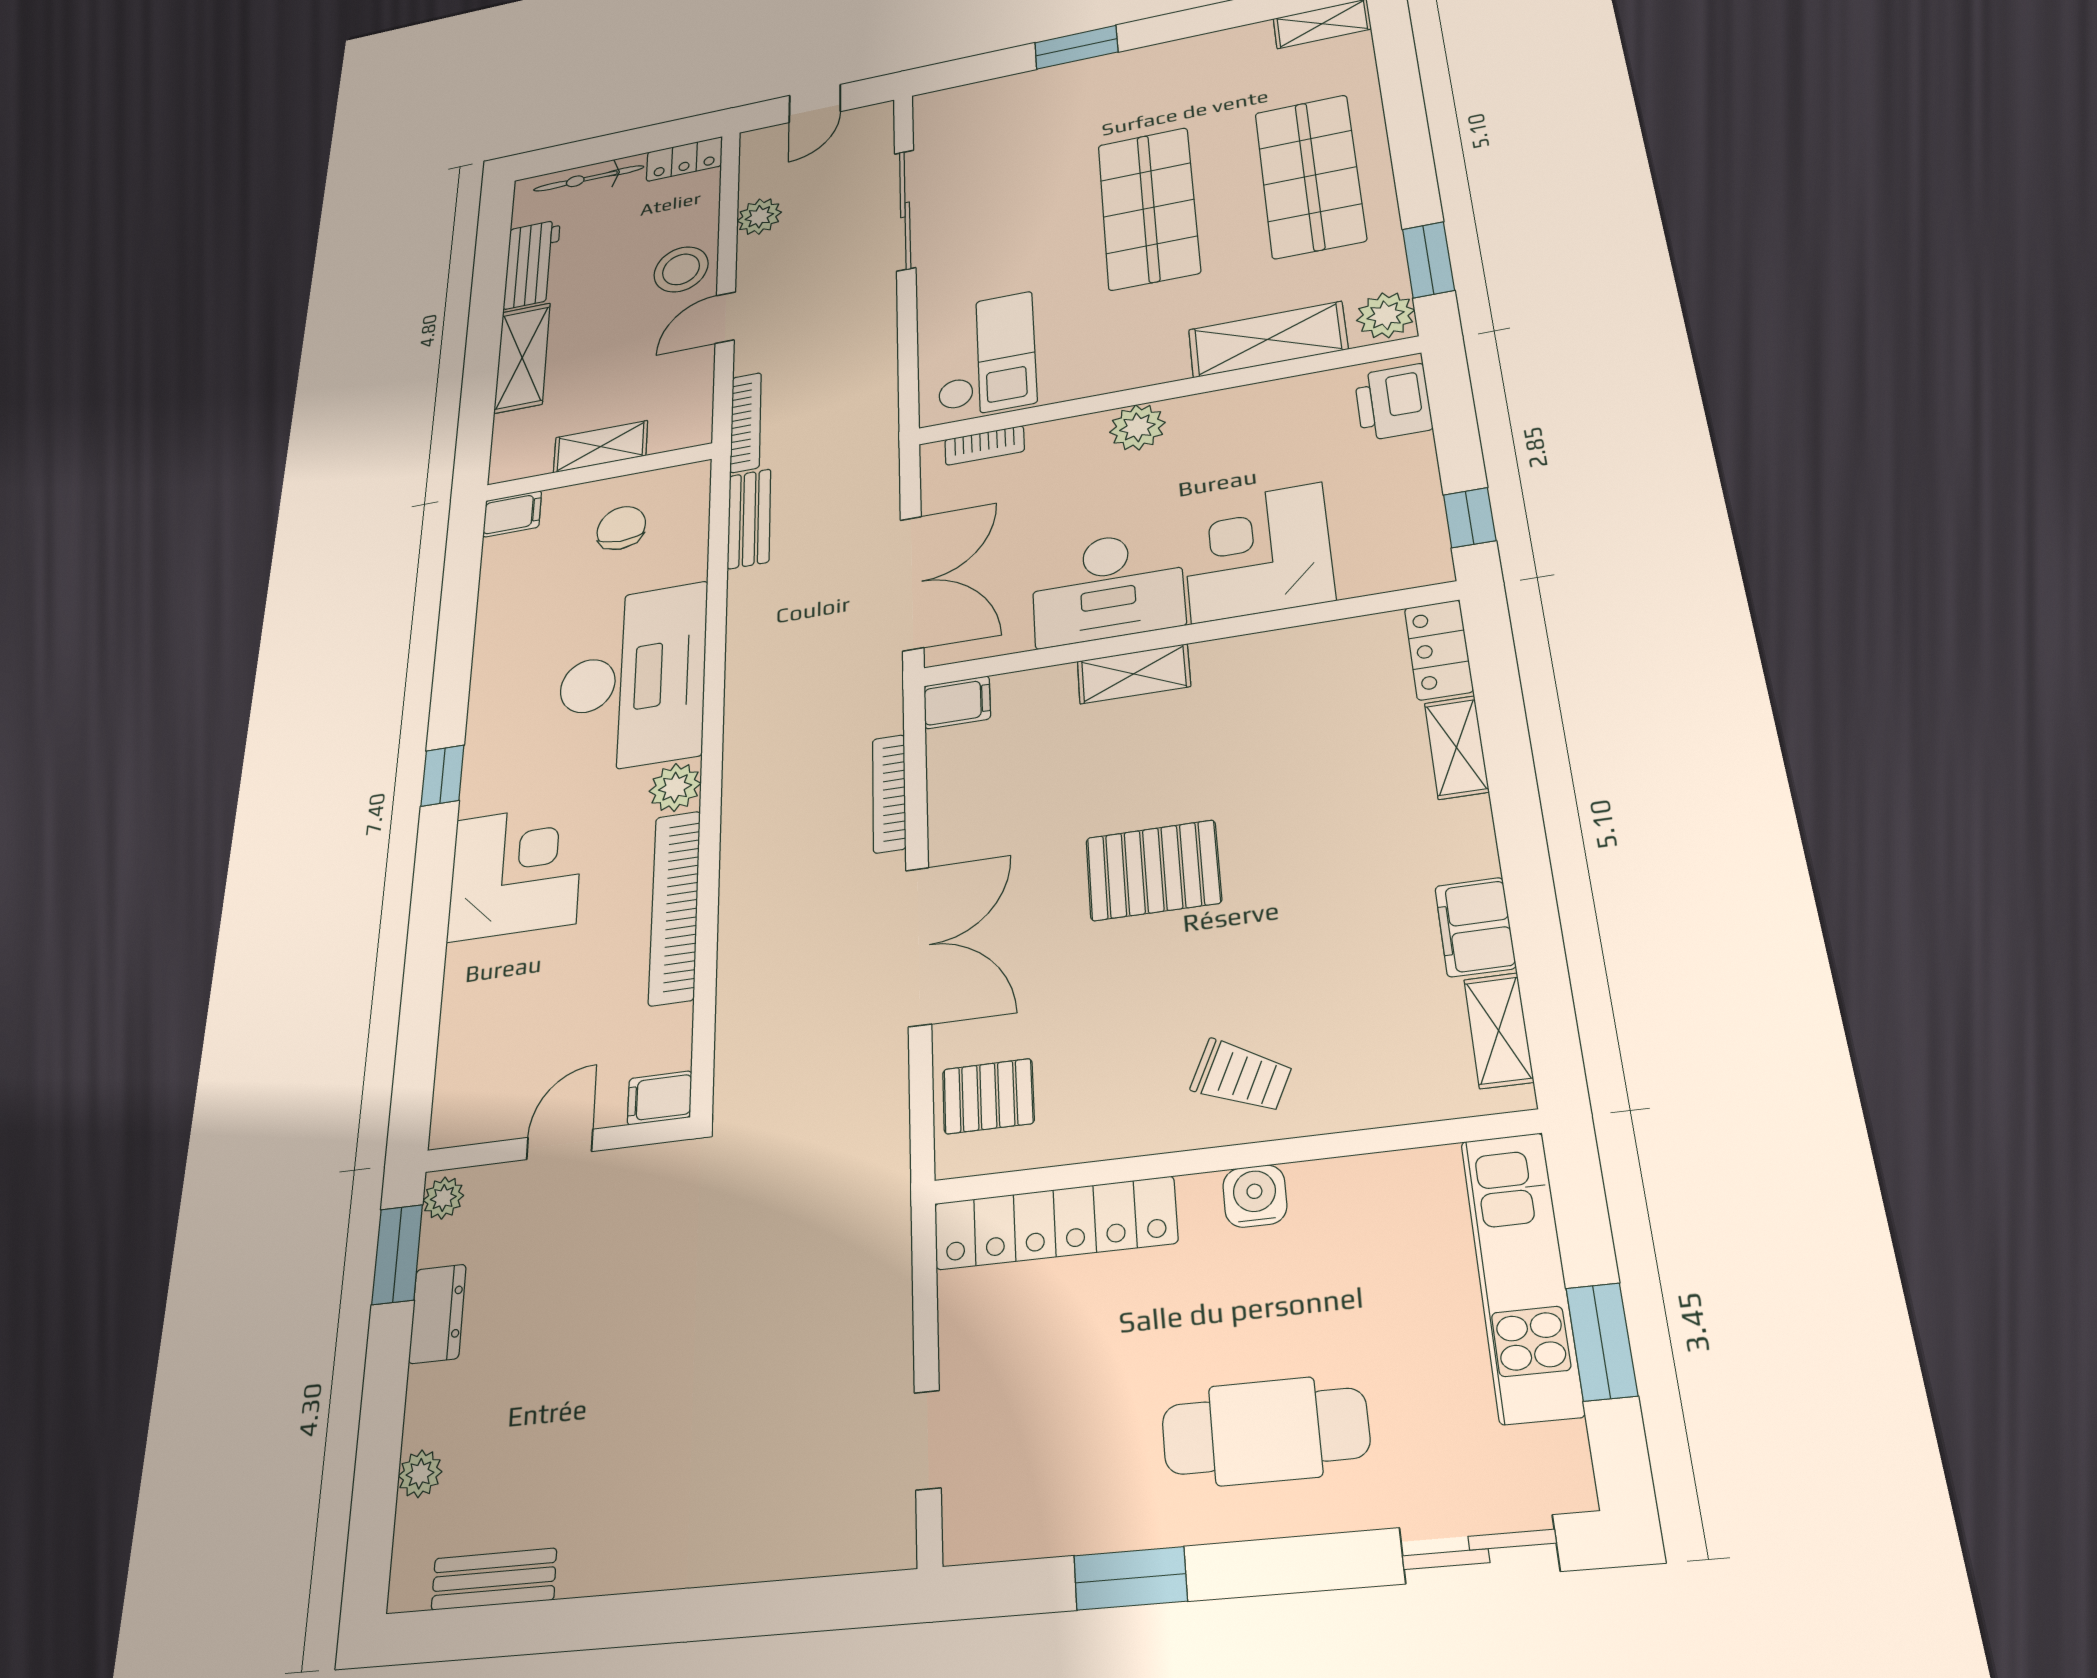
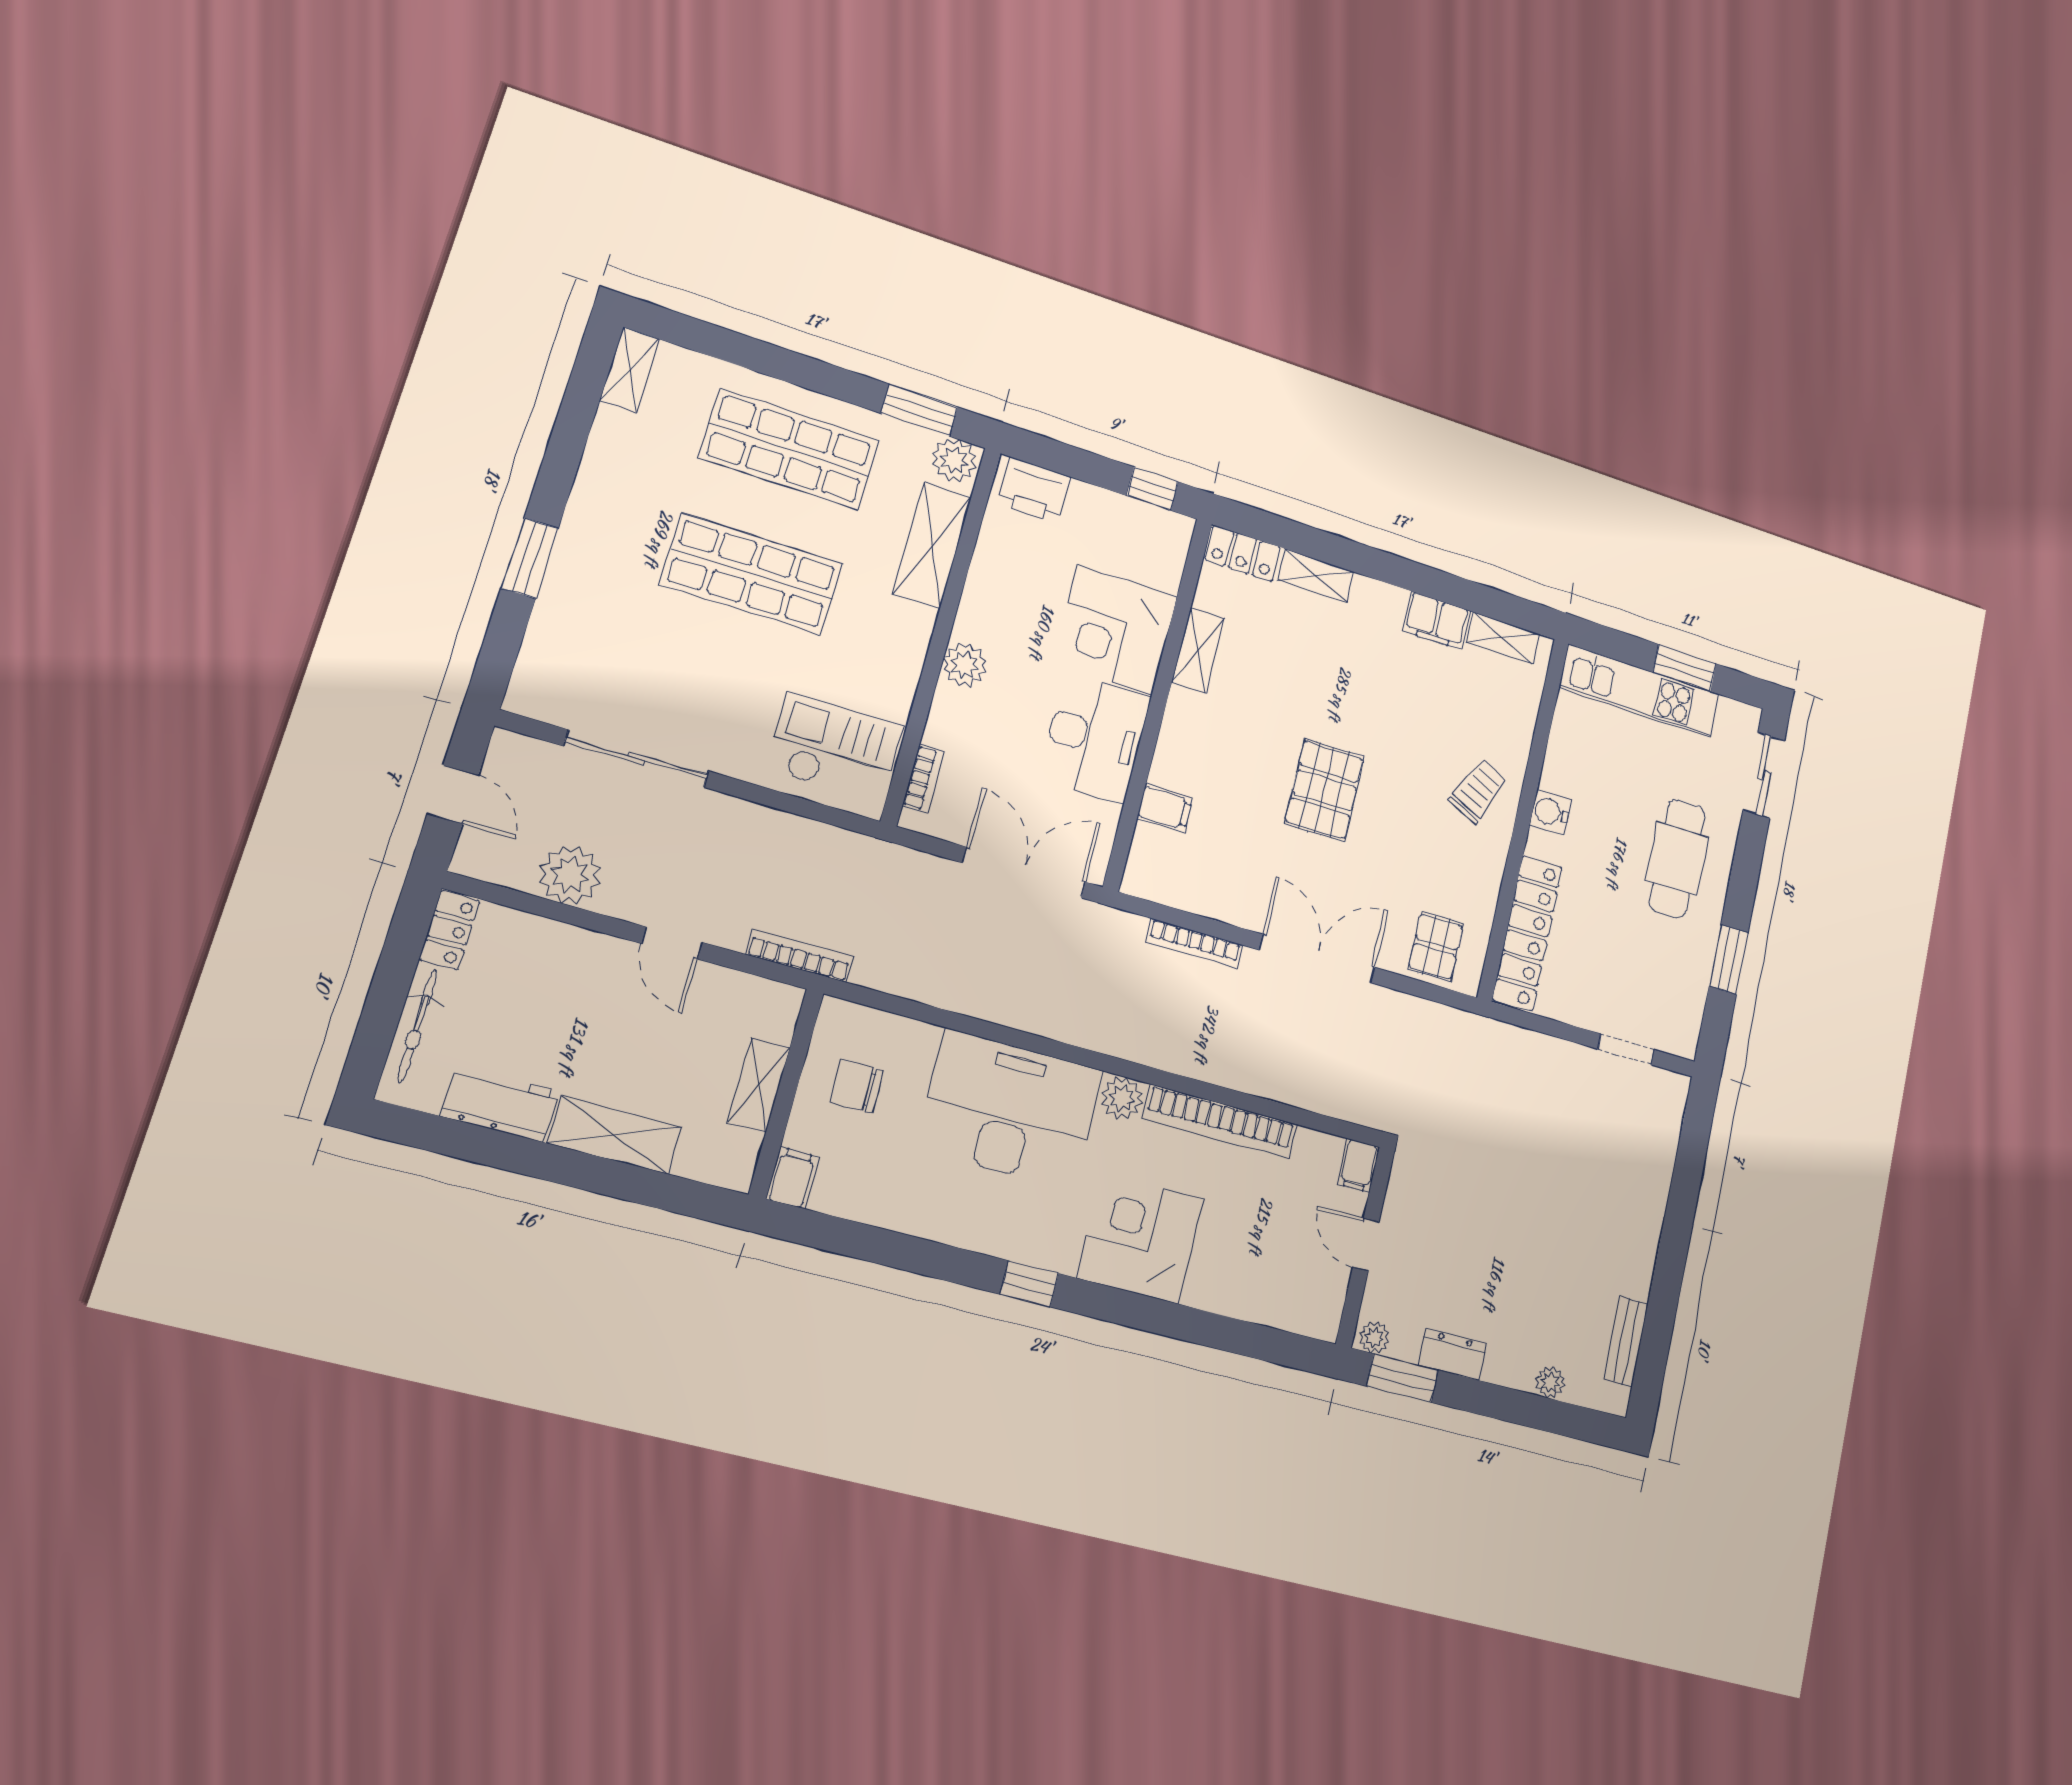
plant: (759, 217) -> (570, 875), width x1.36, depth x1.36
stool: (681, 269) -> (591, 967), removed
bench: (749, 519) -> (901, 979), removed
shelving: (1134, 674) -> (1198, 650), moved
filing cabinet: (957, 702) -> (1165, 808), moved, turned 90

